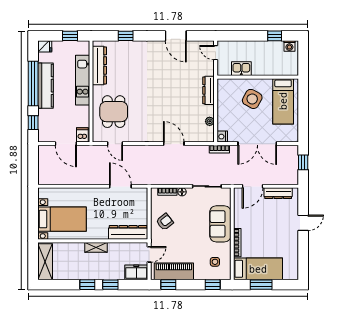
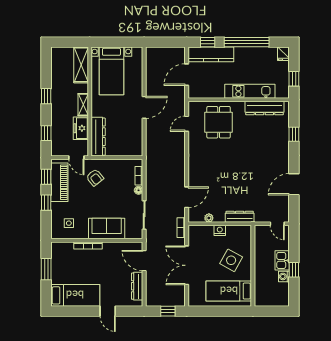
window: (275, 36) -> (294, 270), moved
washing machine: (289, 46) -> (284, 276), moved
door: (216, 53) -> (277, 224), swing flipped
kitchen sink: (241, 69) -> (282, 260), moved, turned 180
kitchen counter: (46, 86) -> (211, 54), moved
dining table: (114, 112) -> (219, 122), turned 90
dishwasher: (82, 135) -> (195, 91), removed
nightstand: (222, 137) -> (220, 230), moved
door: (174, 144) -> (187, 197), moved
door: (120, 186) -> (144, 107), moved
armchair: (165, 222) -> (95, 178), moved
shelving: (45, 262) -> (81, 65), moved, turned 90
bed: (258, 269) -> (75, 295), moved, turned -90
freezer: (136, 272) -> (81, 128), moved, turned 180
window: (110, 285) -> (46, 133), moved
window: (213, 285) -> (46, 203), moved

